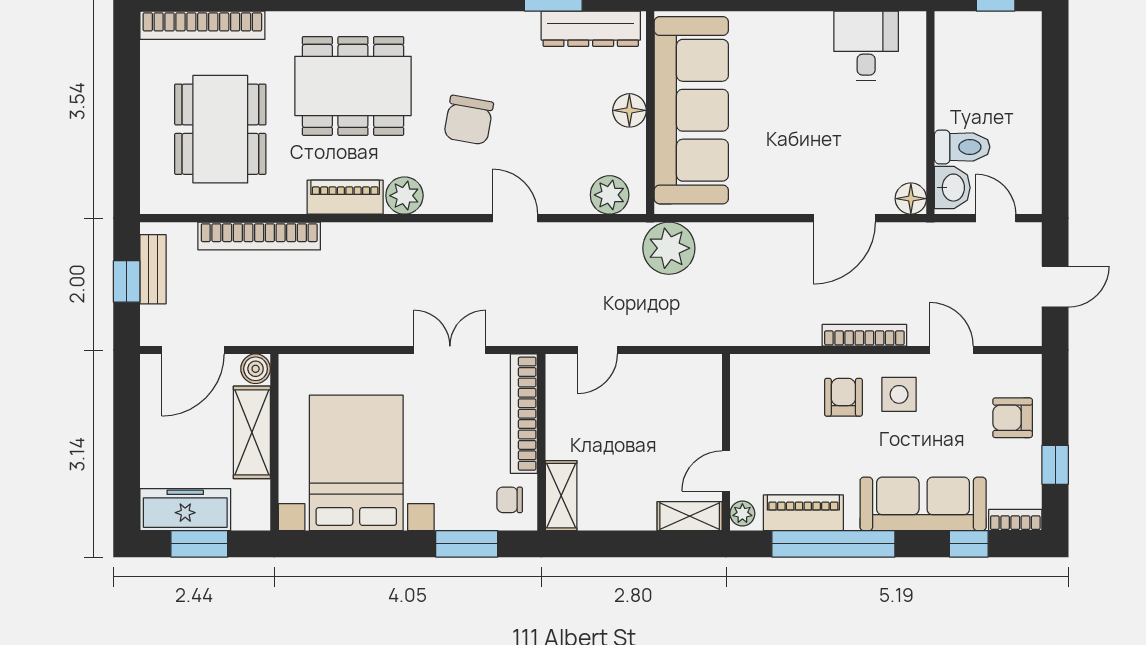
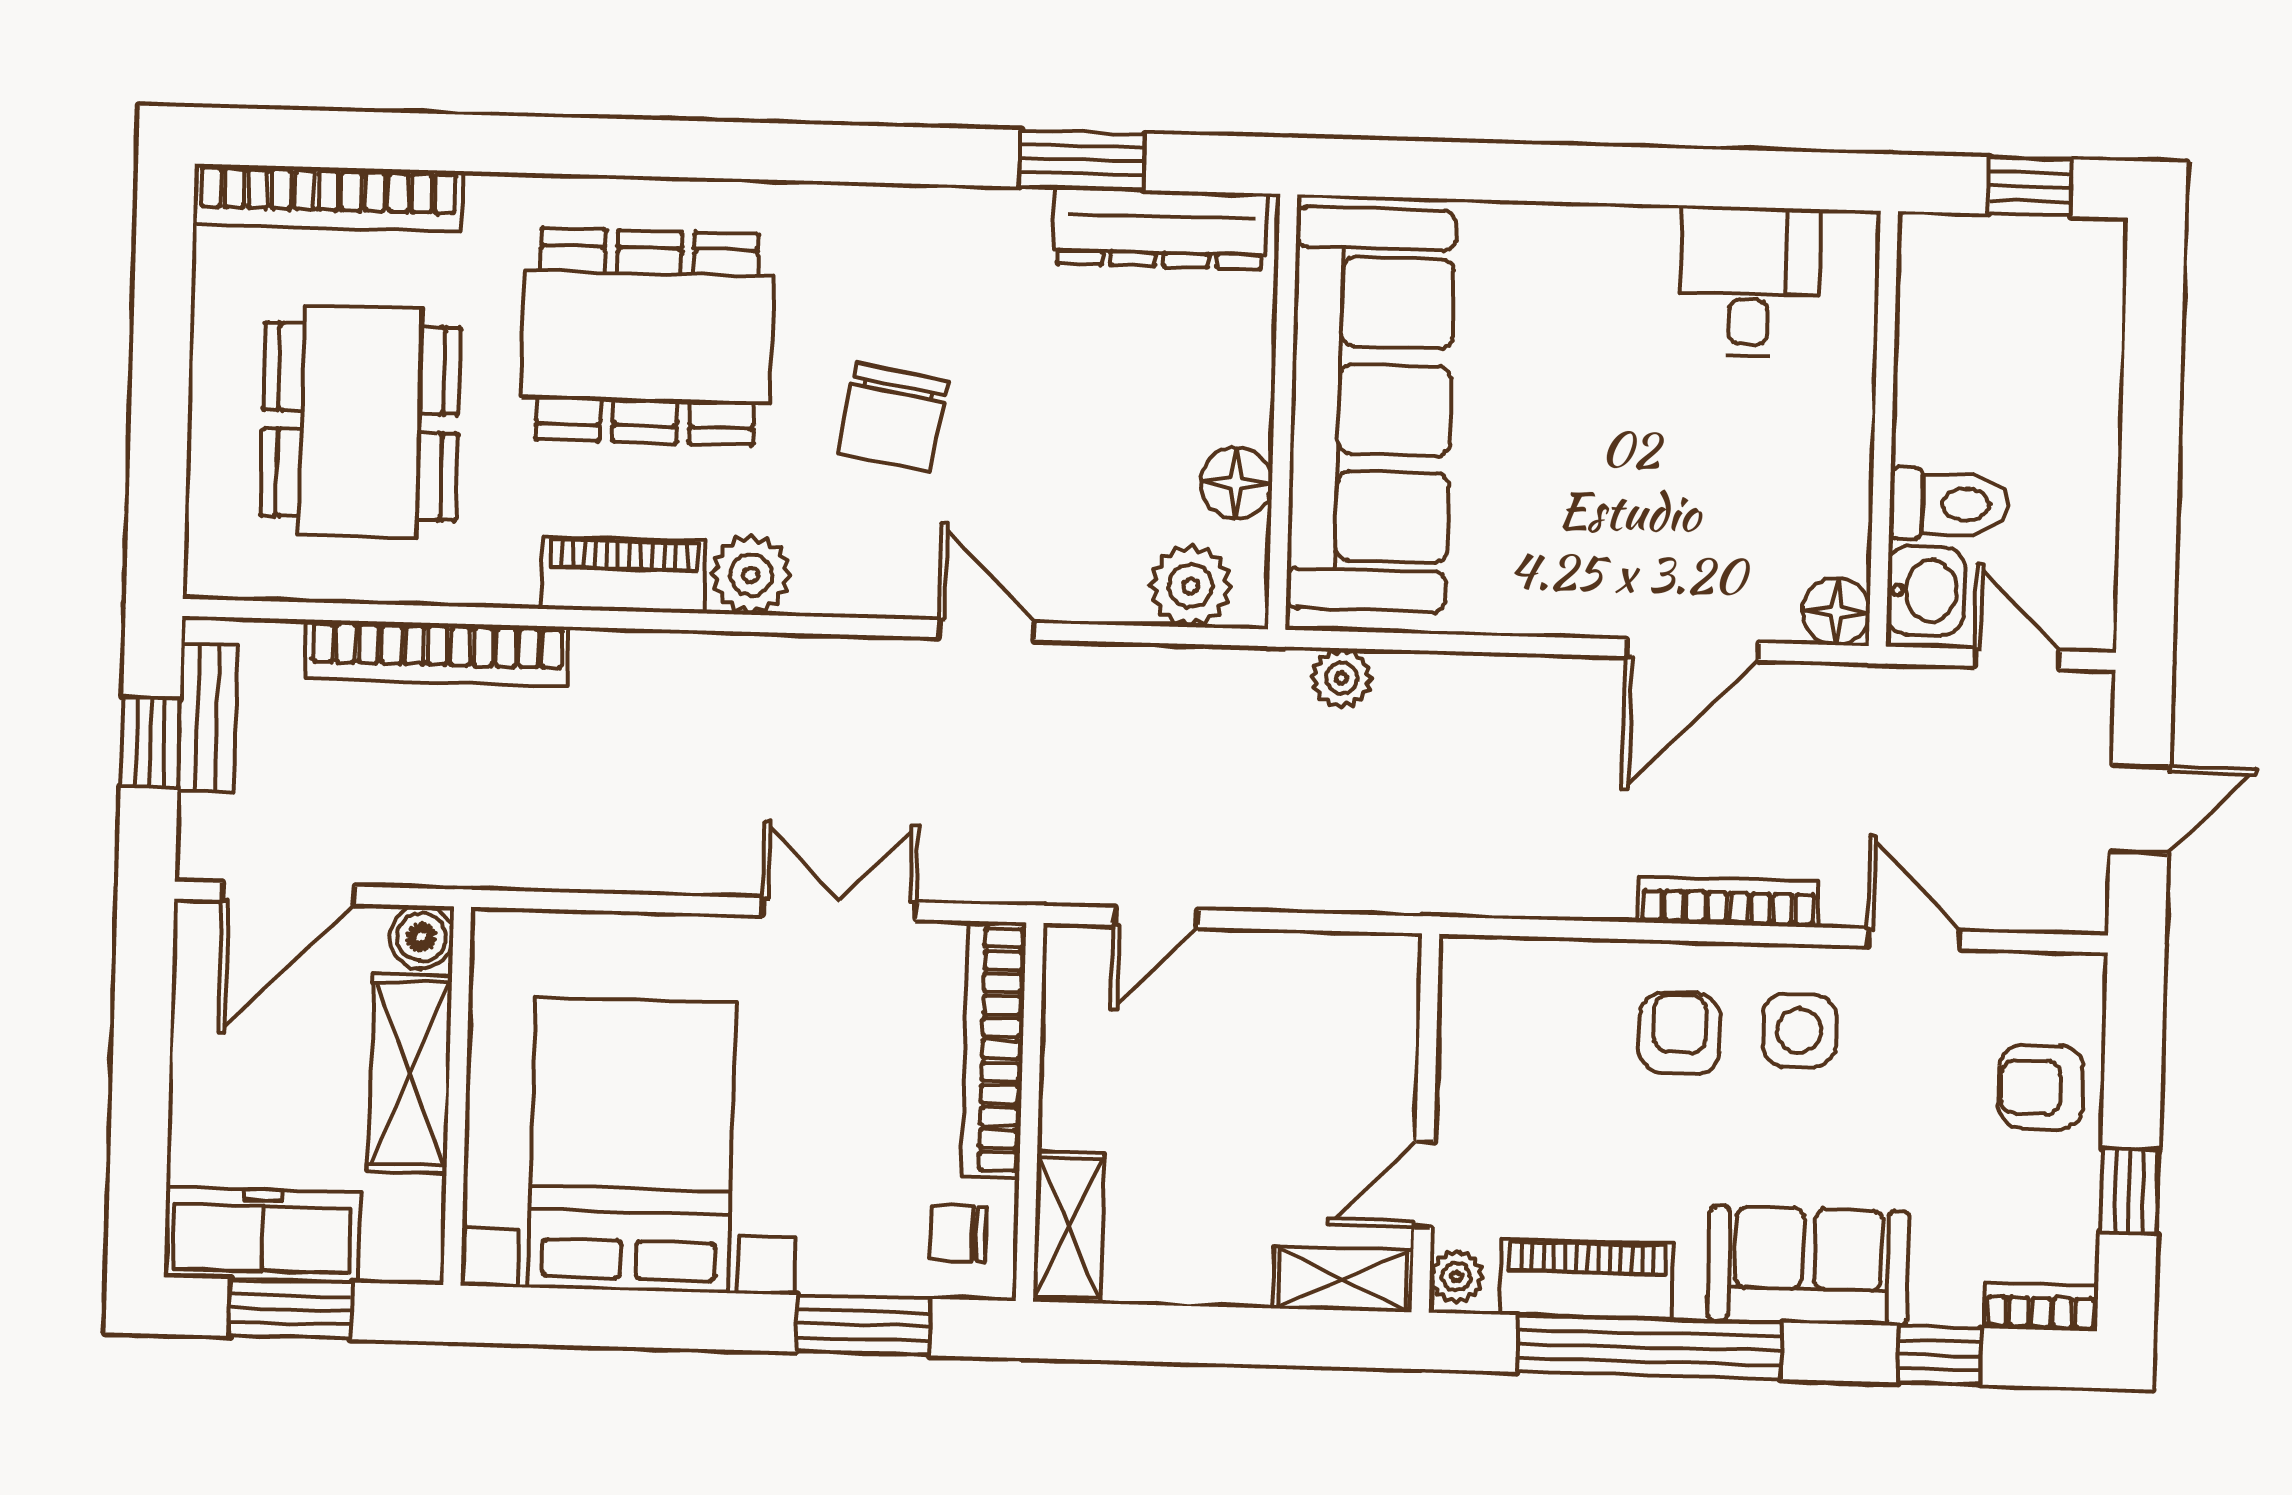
floor lamp: (629, 110) -> (1236, 483), moved
plant: (669, 248) -> (1341, 678), width x0.53, depth x0.53
sofa: (923, 504) -> (1808, 1266), width x0.73

